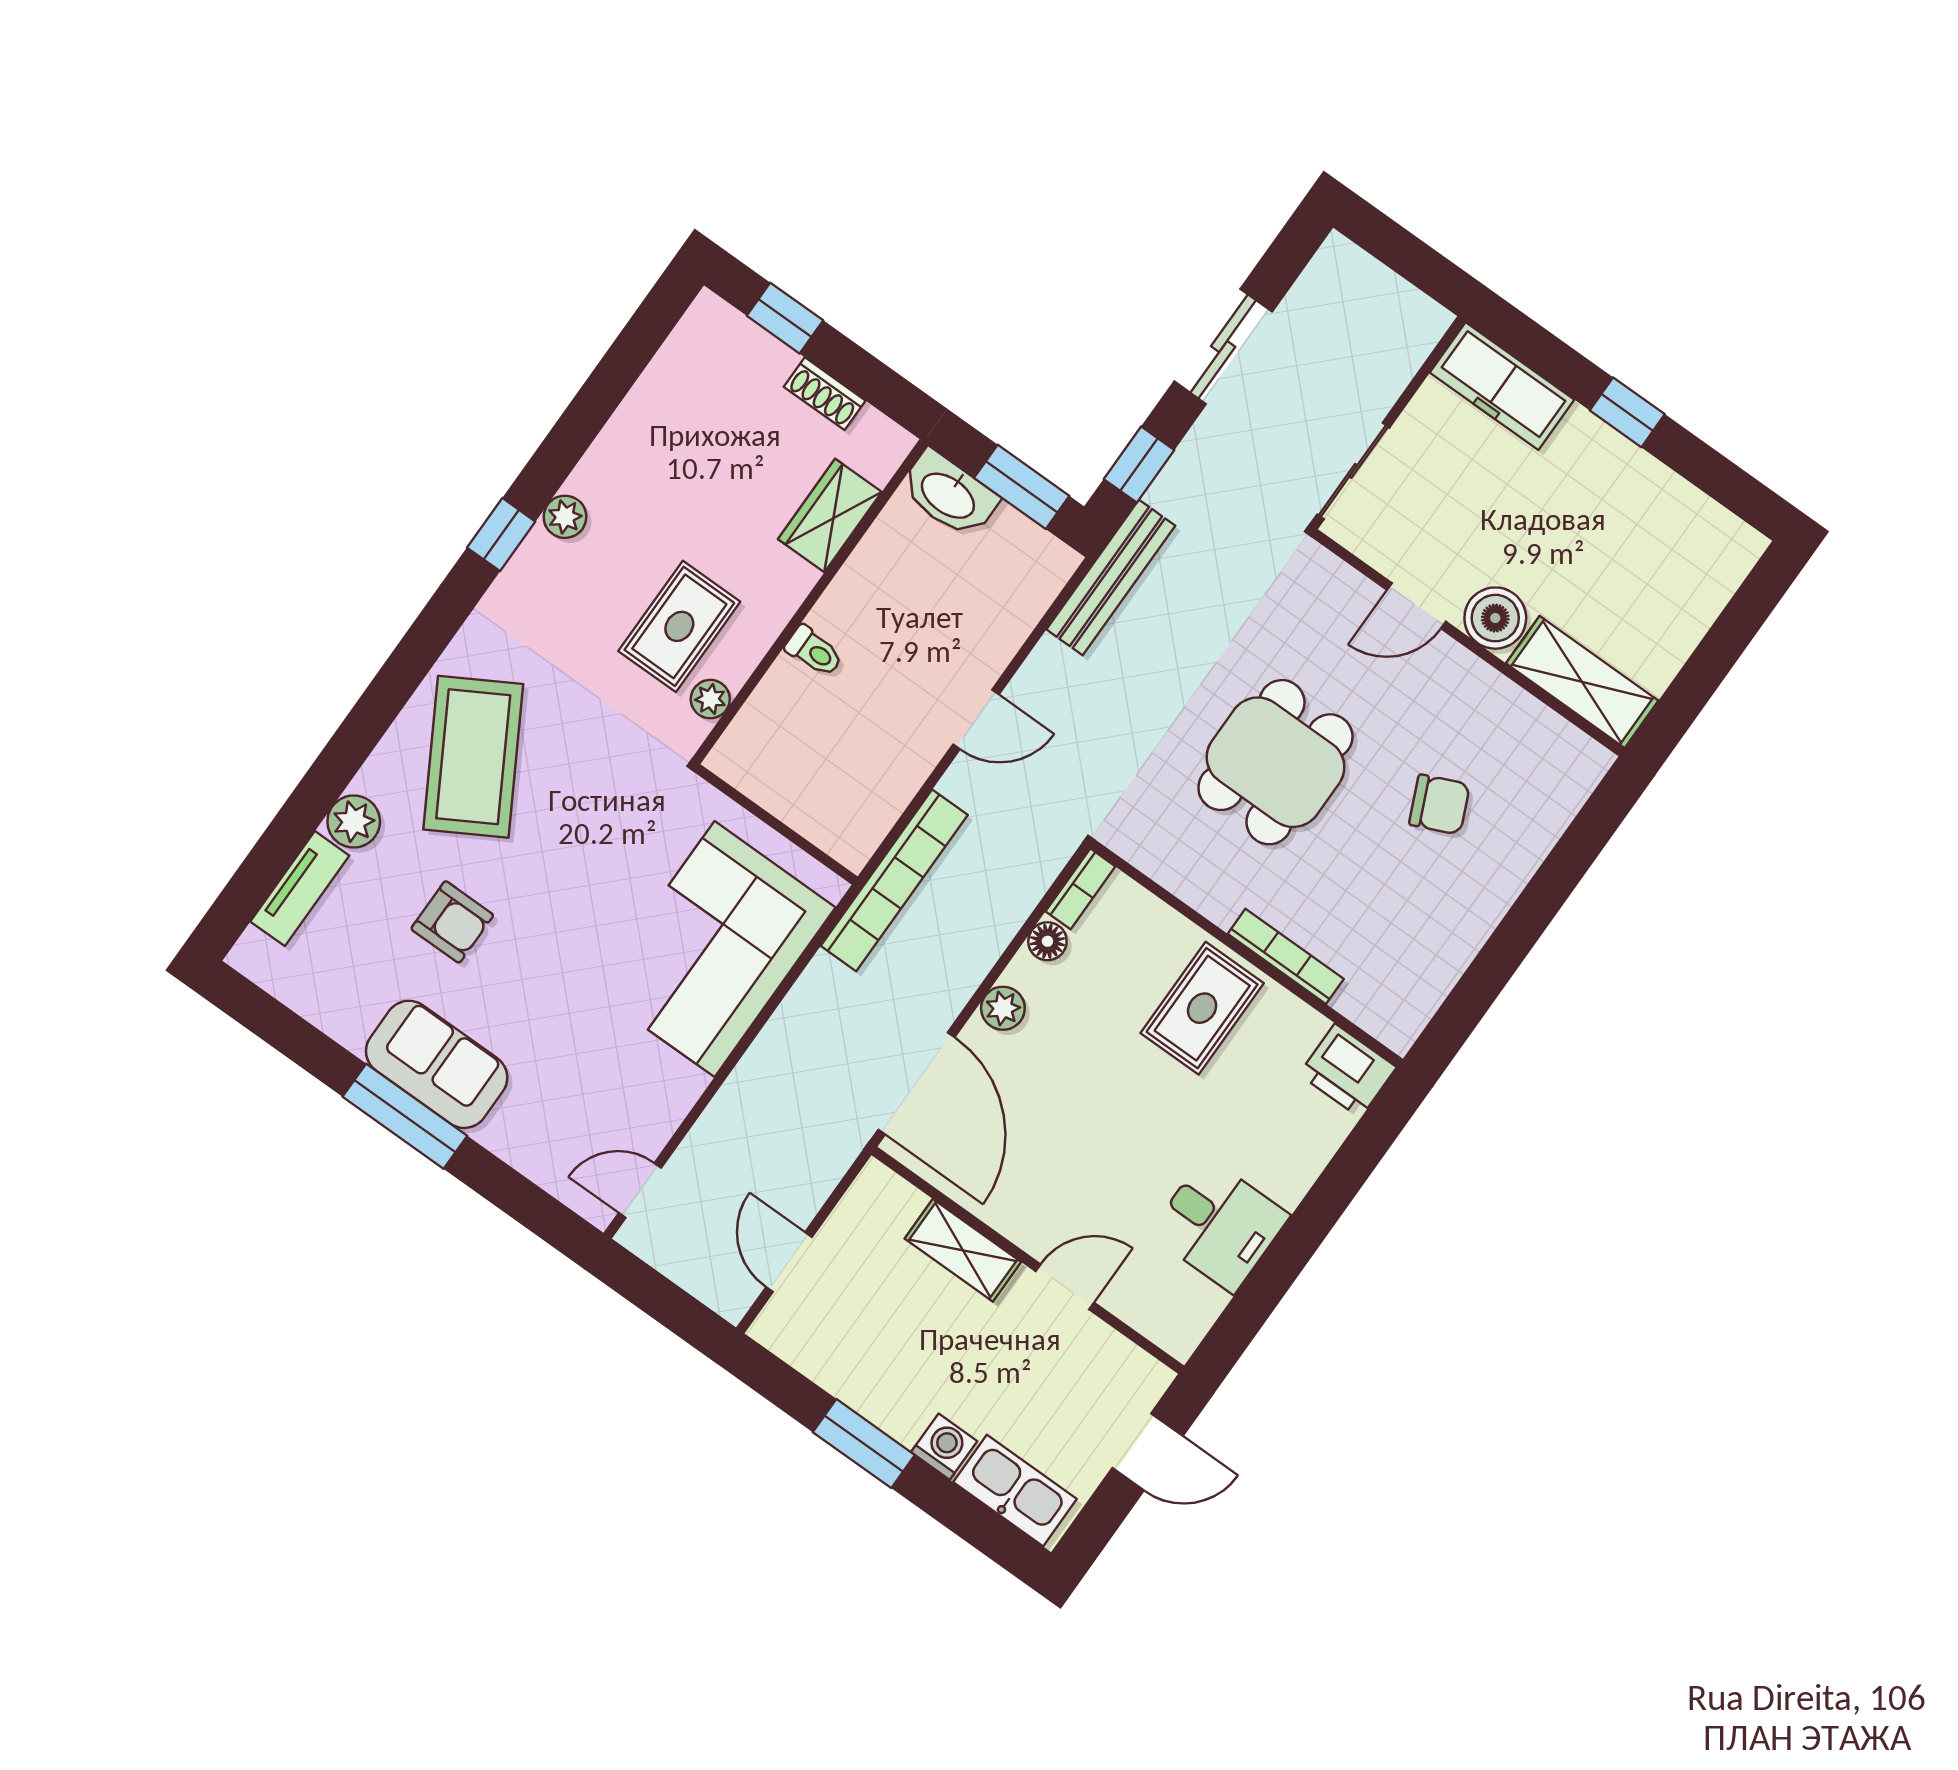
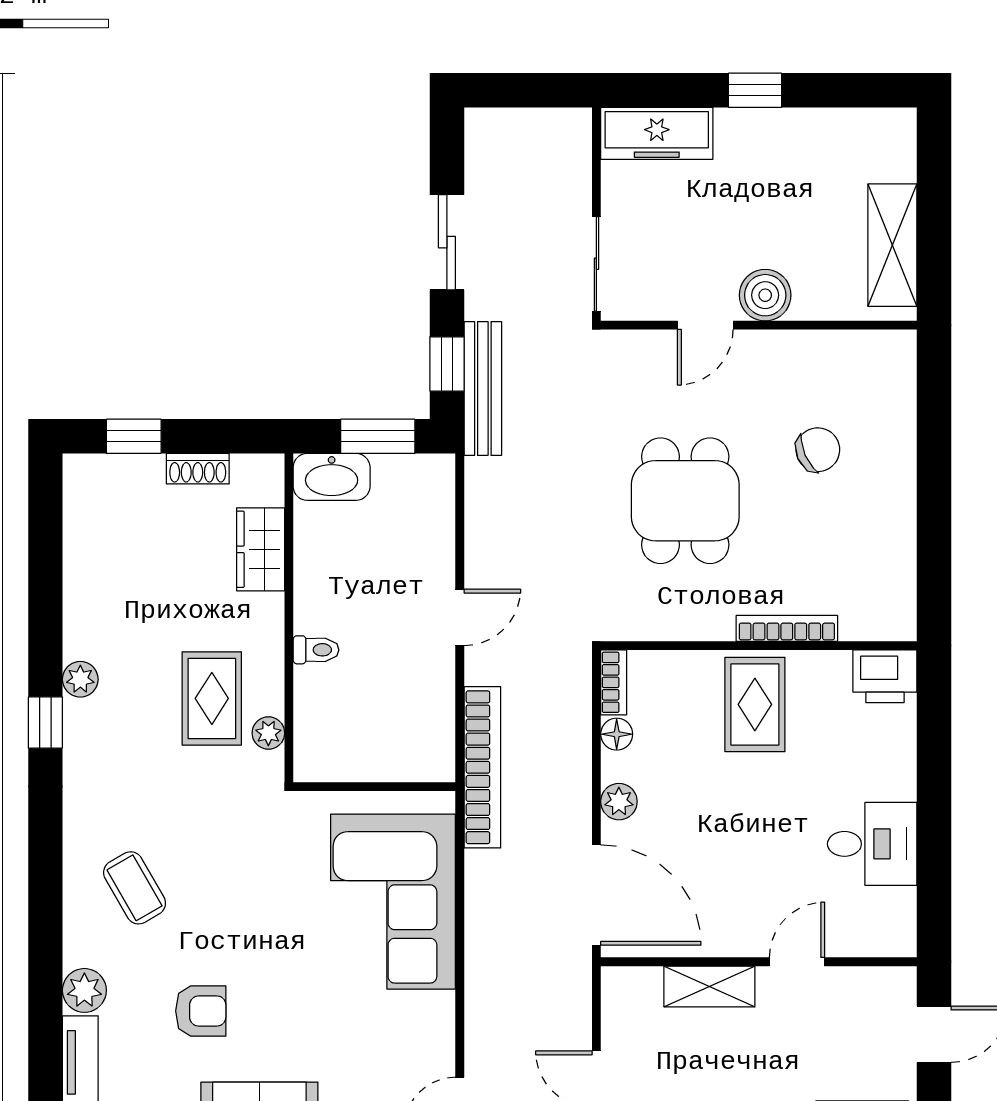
bench: (1111, 578) -> (483, 388), moved
shelving: (1582, 682) -> (892, 245), moved, turned 90
coffee table: (473, 757) -> (135, 888), width x0.54, depth x0.58

